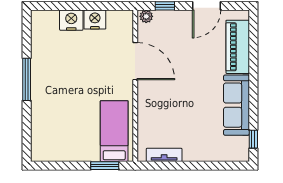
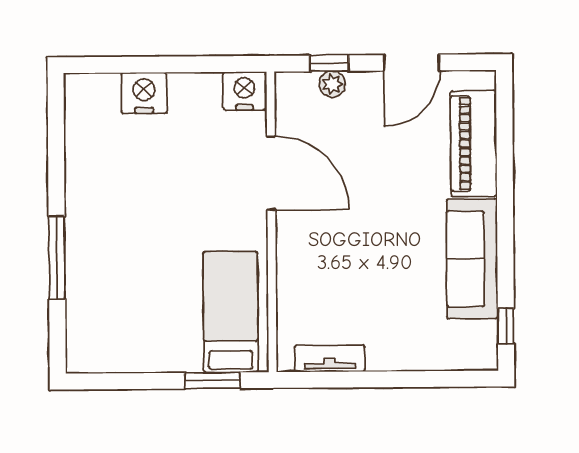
plant: (146, 16) -> (332, 84), moved
nightstand: (95, 19) -> (244, 91), moved
window: (27, 79) -> (57, 258), moved

